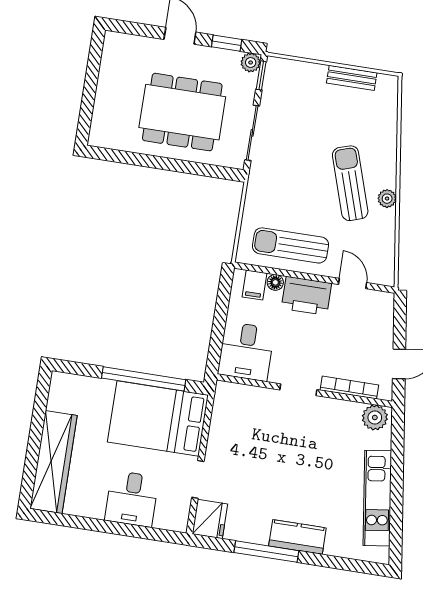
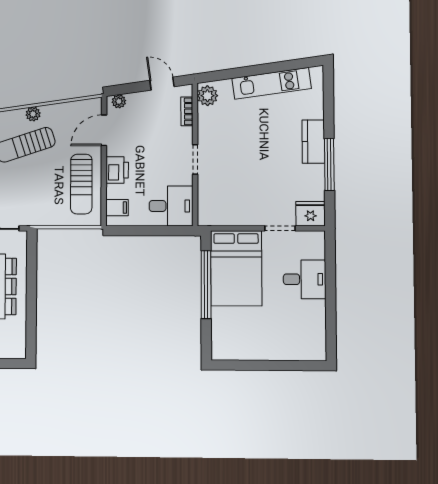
floor lamp: (275, 282) -> (112, 191), removed
door: (353, 284) -> (104, 130), width x1.38
printer: (306, 296) -> (117, 170), width x0.73, depth x0.84
plant: (386, 307) -> (119, 101), added
bookcase: (349, 388) -> (187, 111), width x0.64
wardrobe: (54, 462) -> (285, 347), removed

